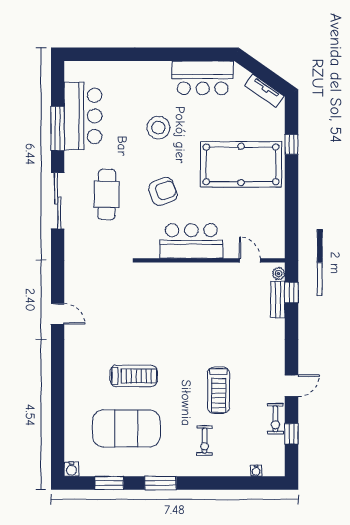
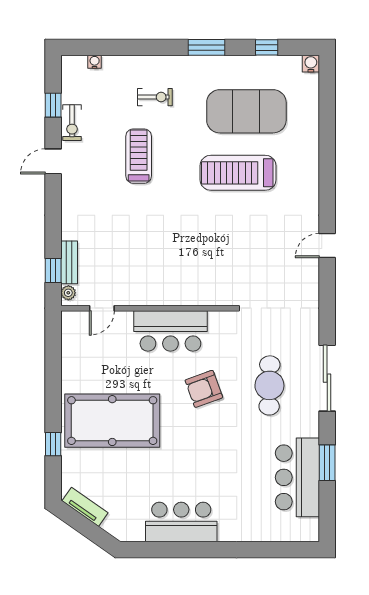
bar counter: (203, 78) -> (181, 522), moved
window: (58, 128) -> (327, 463), width x0.69
stool: (158, 128) -> (209, 464), removed
door: (250, 260) -> (102, 308), hinge flipped
door: (58, 314) -> (327, 245), hinge flipped
treadmill: (134, 376) -> (238, 173), width x1.37, depth x1.38
exercise bike: (275, 419) -> (72, 123), turned 180
exercise bike: (205, 441) -> (155, 97), turned 90
window: (109, 483) -> (267, 47), width x0.67

